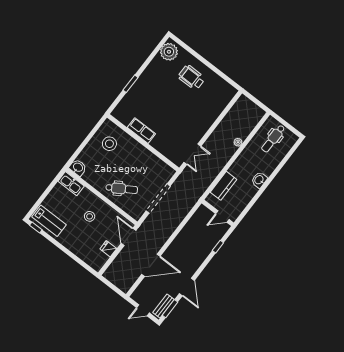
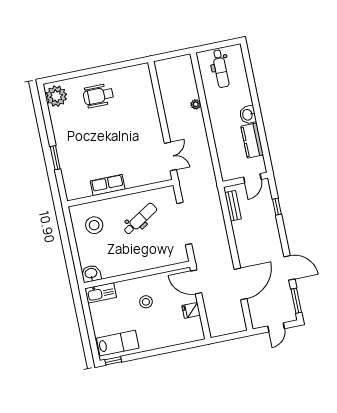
kitchen counter: (224, 186) -> (252, 140), moved, turned 180
dental chair: (122, 189) -> (140, 219), moved
bench: (164, 306) -> (233, 206), moved

